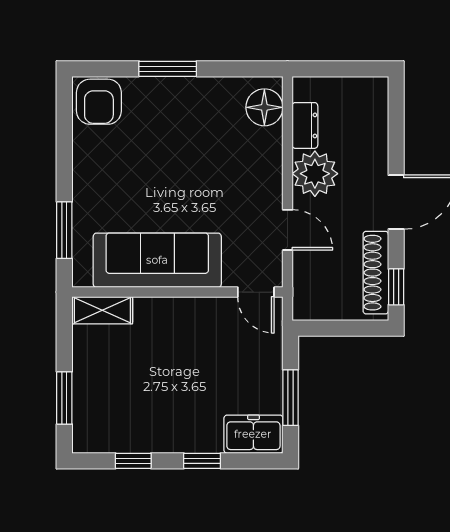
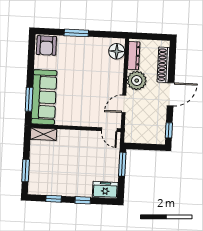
dresser: (305, 125) -> (134, 56), width x1.44
door: (287, 230) -> (124, 104), swing flipped
sofa: (157, 260) -> (44, 97), moved, turned 90
shoe rack: (376, 273) -> (163, 65), moved
window: (291, 398) -> (122, 164), moved

